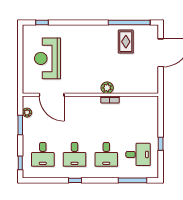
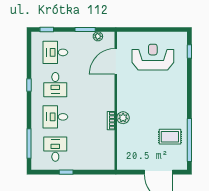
desk: (75, 154) -> (55, 85), turned -90
desk: (138, 154) -> (55, 149), turned 180

